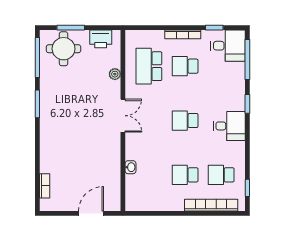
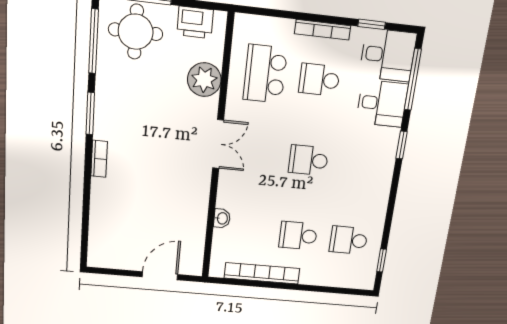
plant: (115, 74) -> (204, 80), width x1.88, depth x1.88
desk: (229, 126) -> (382, 103), moved
bookcase: (45, 186) -> (99, 159), moved
bookcase: (211, 205) -> (262, 273), moved

